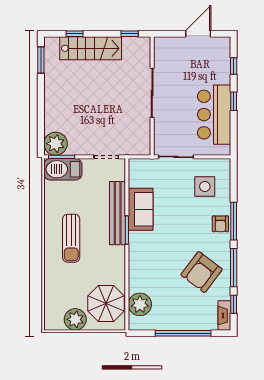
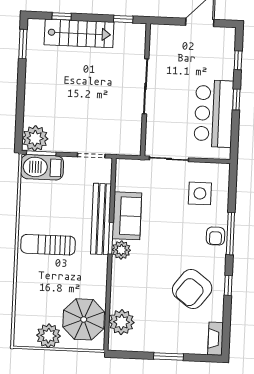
sun lounger: (71, 238) -> (48, 245), turned 90
plant: (137, 240) -> (121, 250), added
window: (234, 268) -> (228, 285), width x0.46
window: (234, 304) -> (226, 326), removed
window: (183, 333) -> (169, 356), width x0.47

